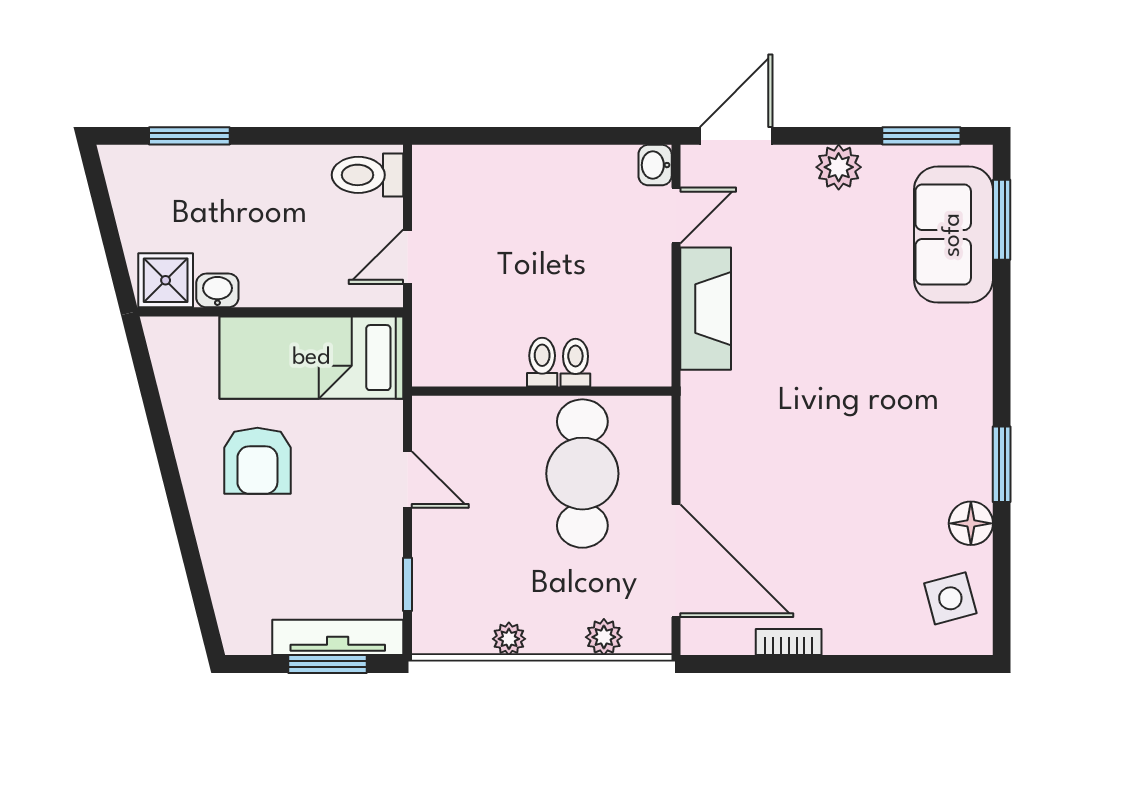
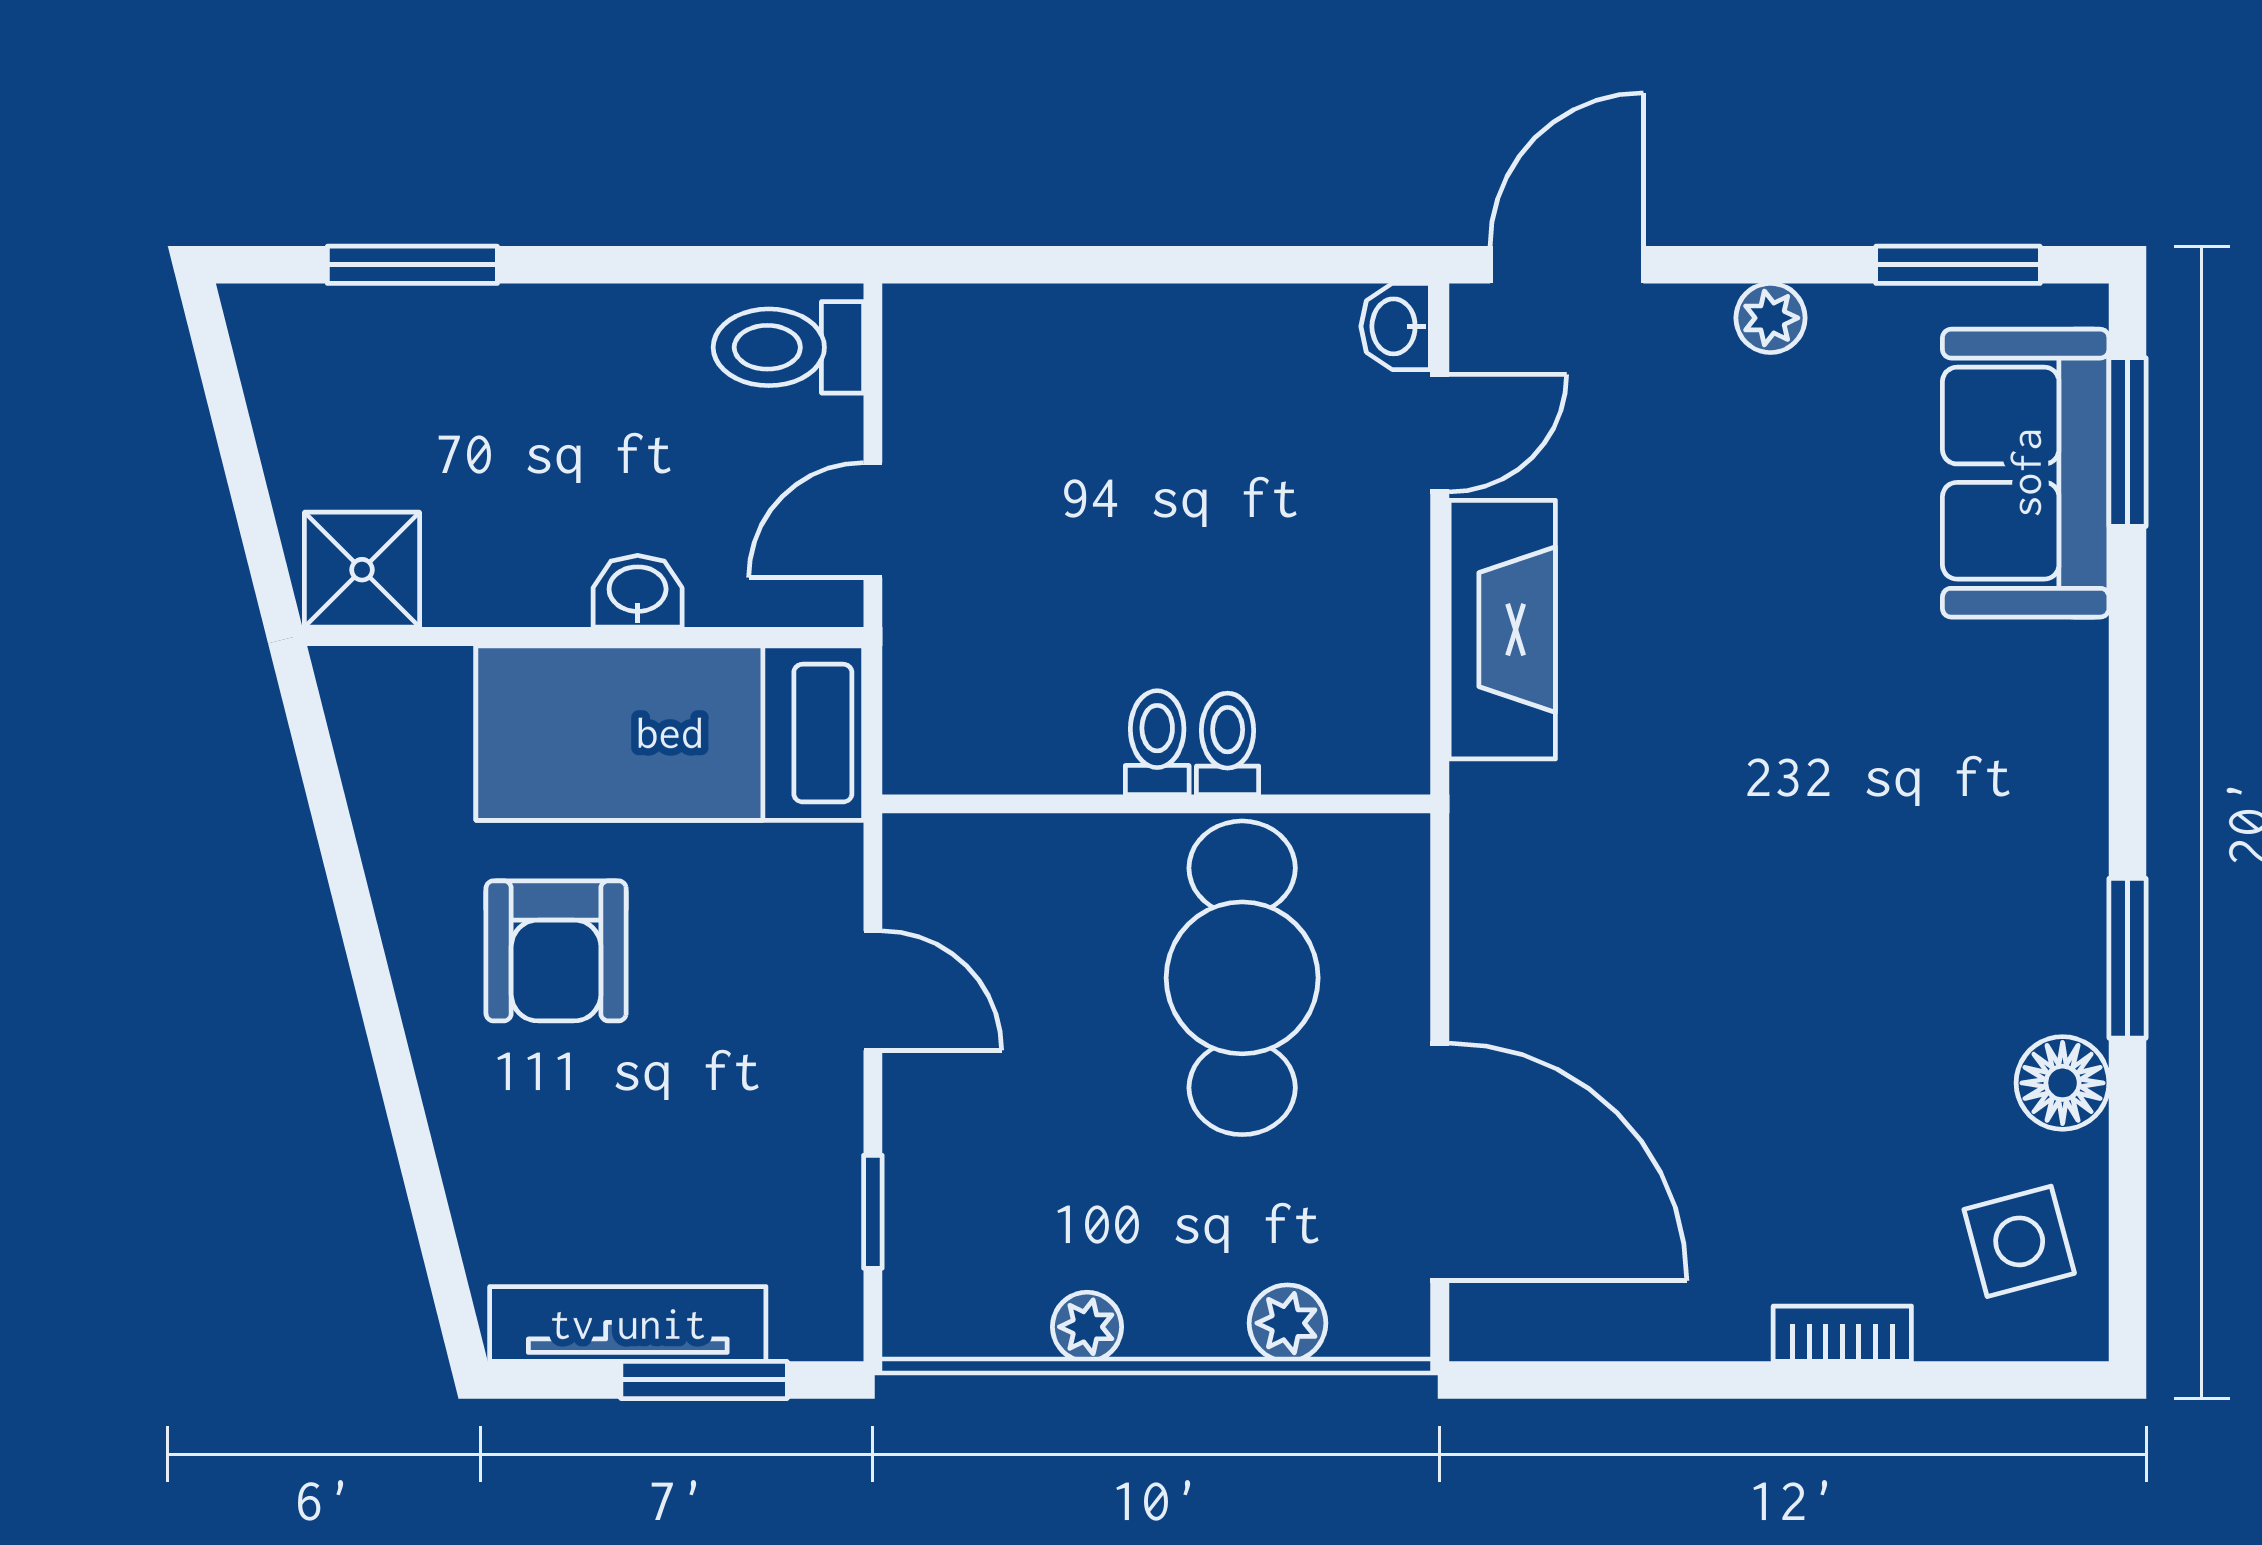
plant: (839, 167) -> (1770, 318), width x0.73, depth x0.73
washbasin: (217, 290) -> (638, 591), moved
tv unit: (338, 637) -> (628, 1324), moved
bookcase: (789, 642) -> (1842, 1334), moved

